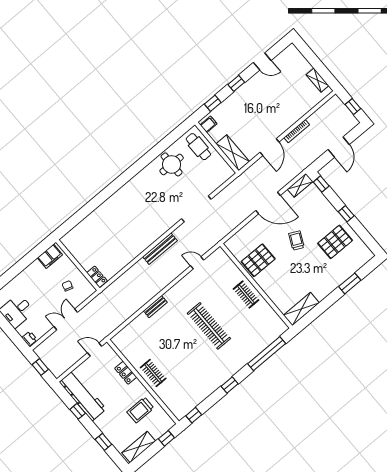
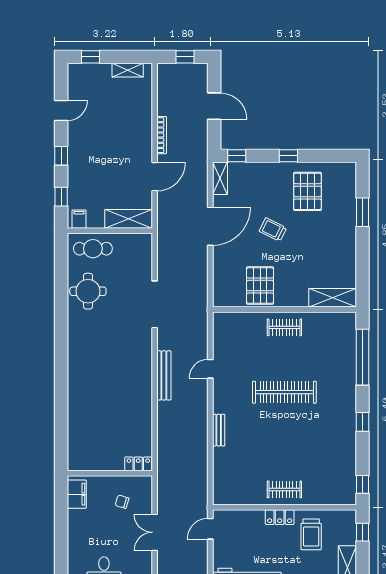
window: (307, 52) -> (90, 57), added
door: (269, 147) -> (155, 177), hinge flipped
door: (197, 263) -> (210, 369), moved
shelving: (301, 309) -> (333, 298), moved, turned 90
locker: (126, 373) -> (280, 517), moved

